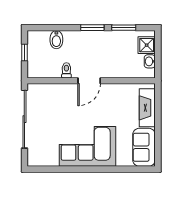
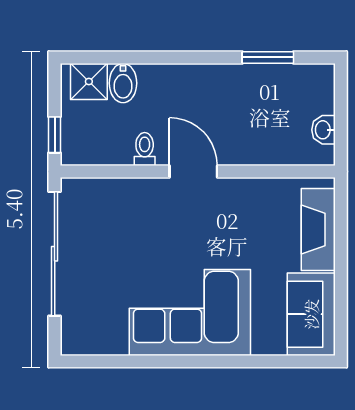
window: (92, 28) -> (201, 57), removed
shower: (147, 45) -> (89, 81), moved
window: (24, 52) -> (55, 135), moved
door: (89, 81) -> (193, 171), swing flipped

